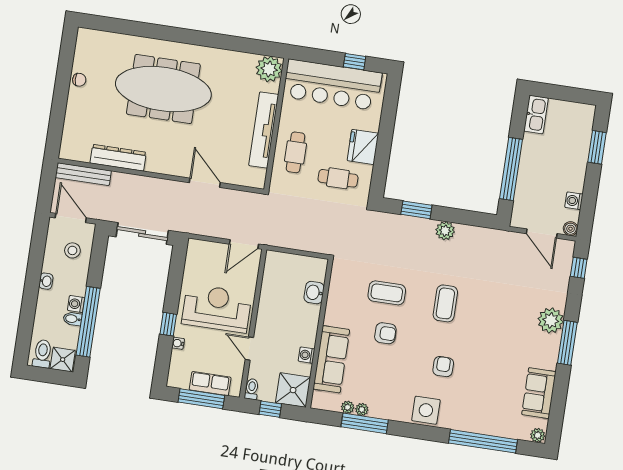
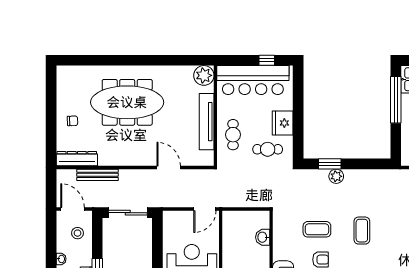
chair: (79, 80) -> (72, 121), moved
dresser: (118, 158) -> (77, 159), moved
window: (511, 169) -> (396, 100), moved
bench: (83, 174) -> (98, 175), moved
plant: (445, 231) -> (336, 176), moved

